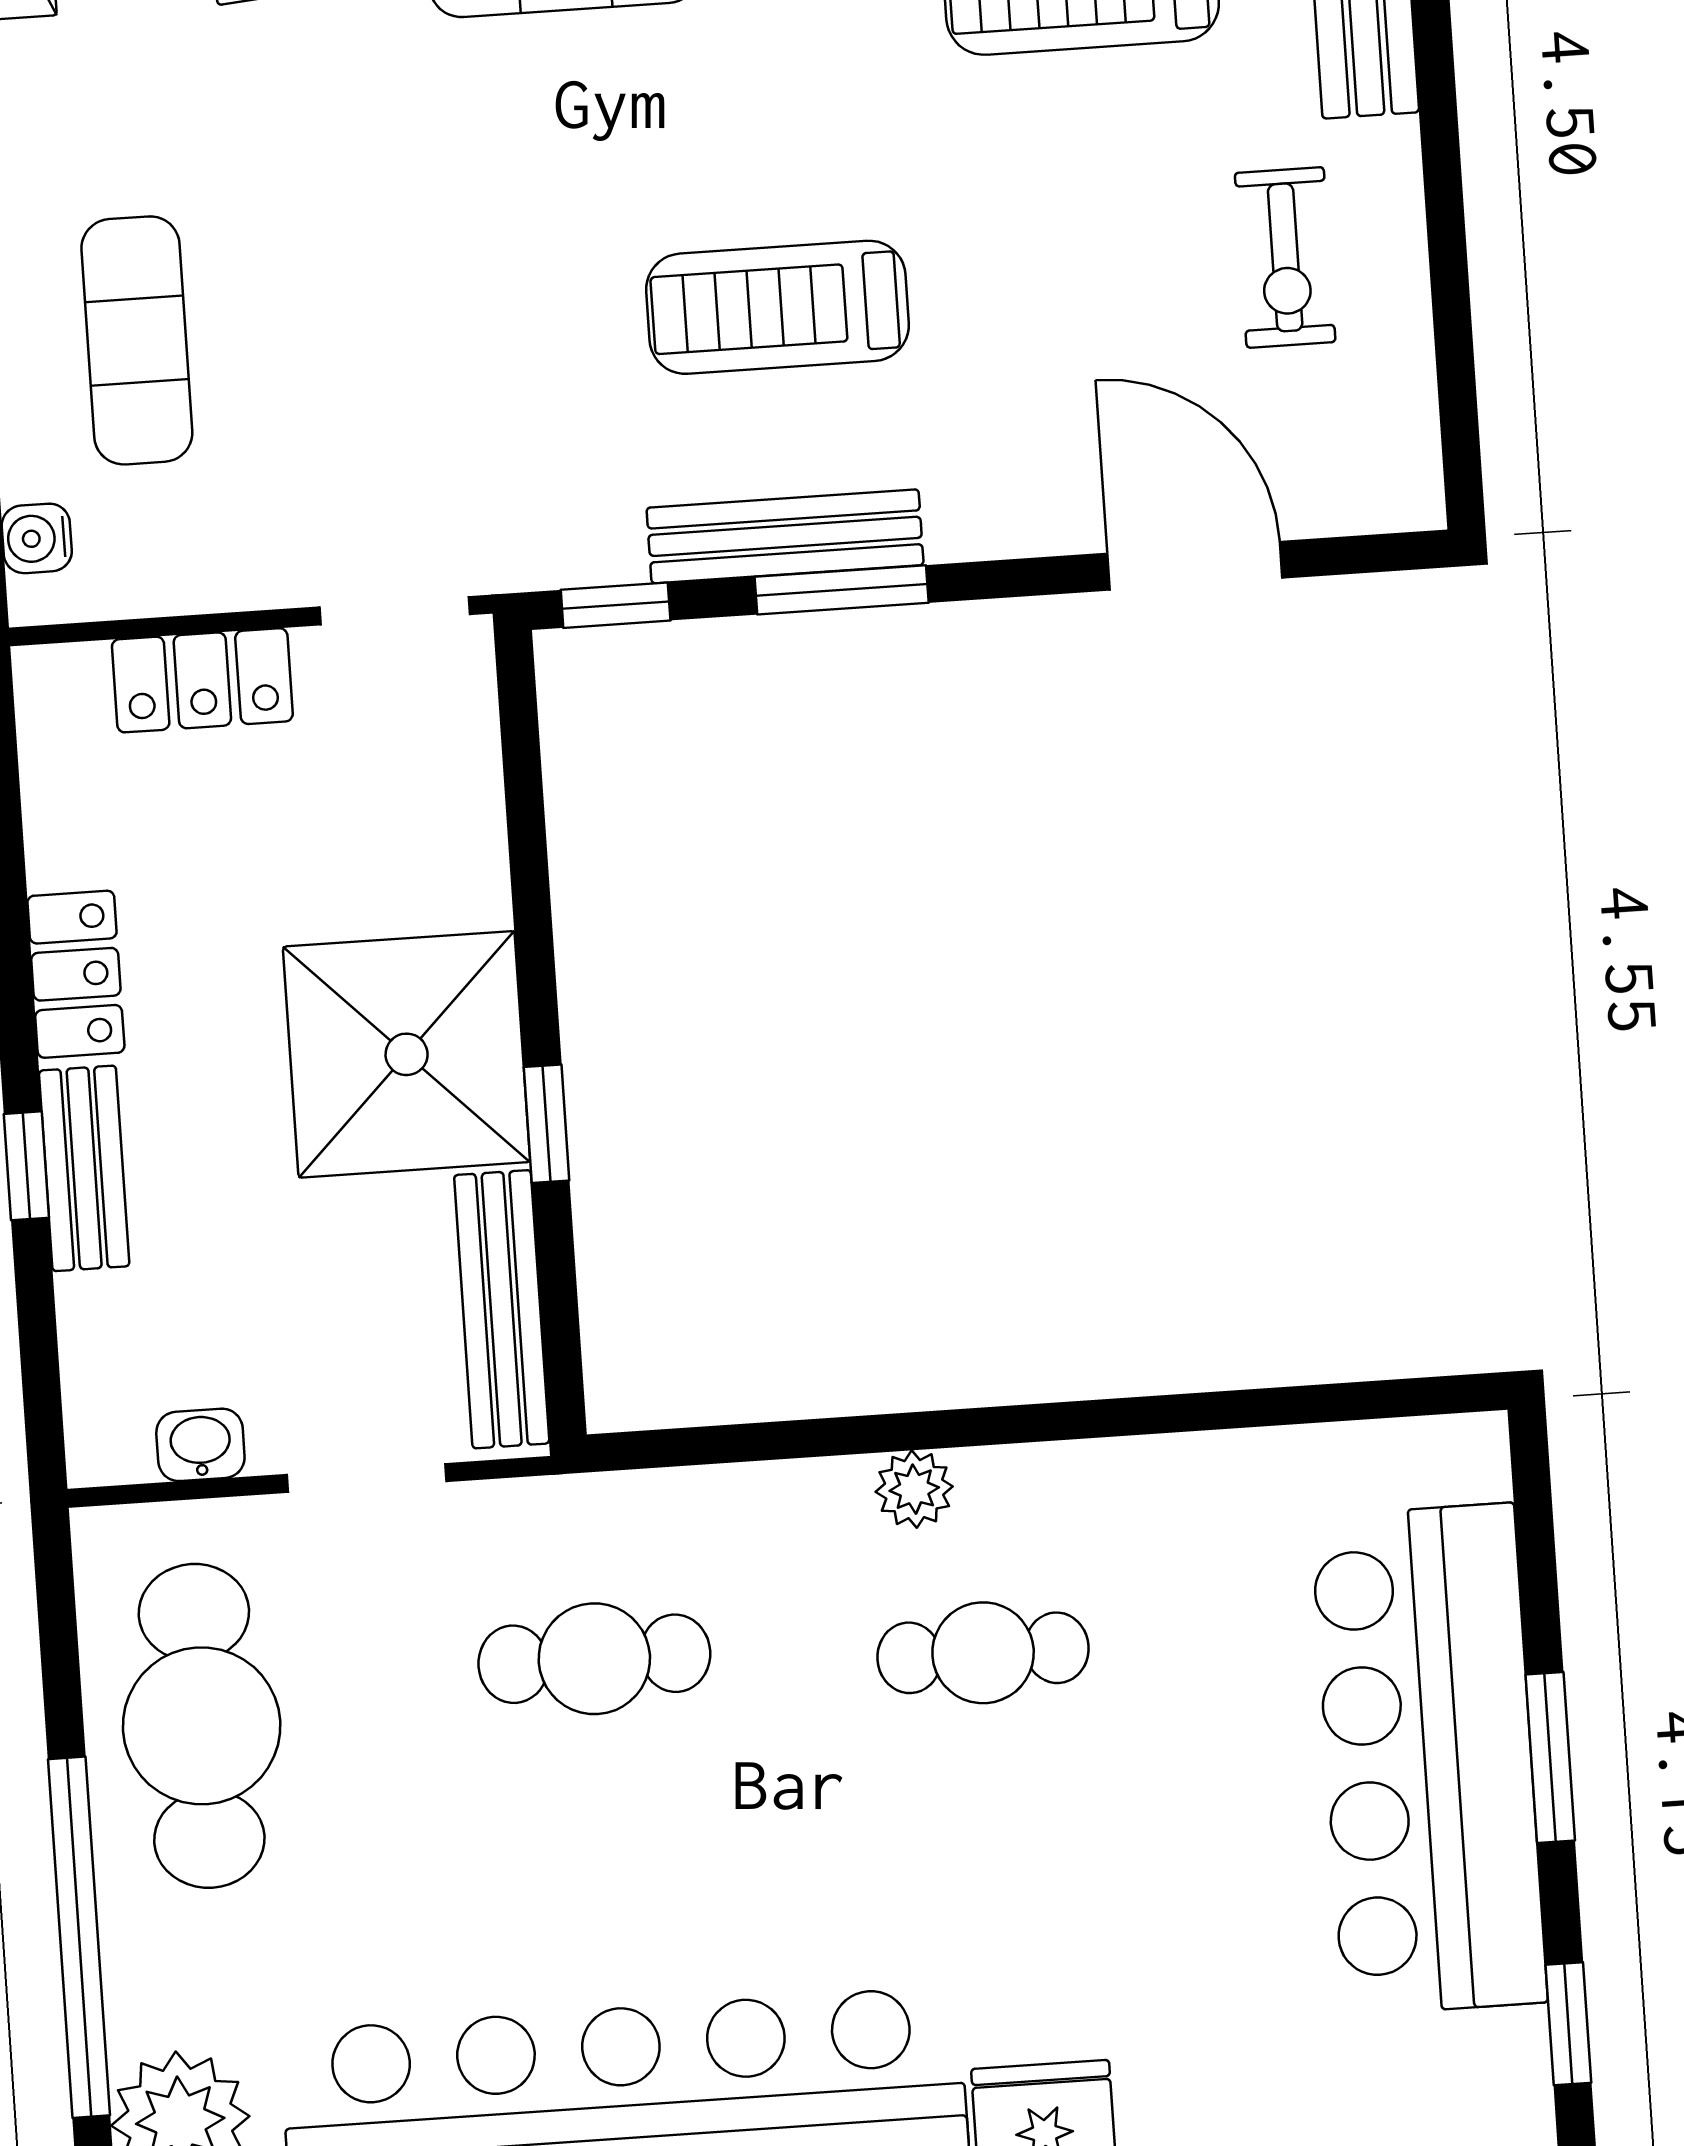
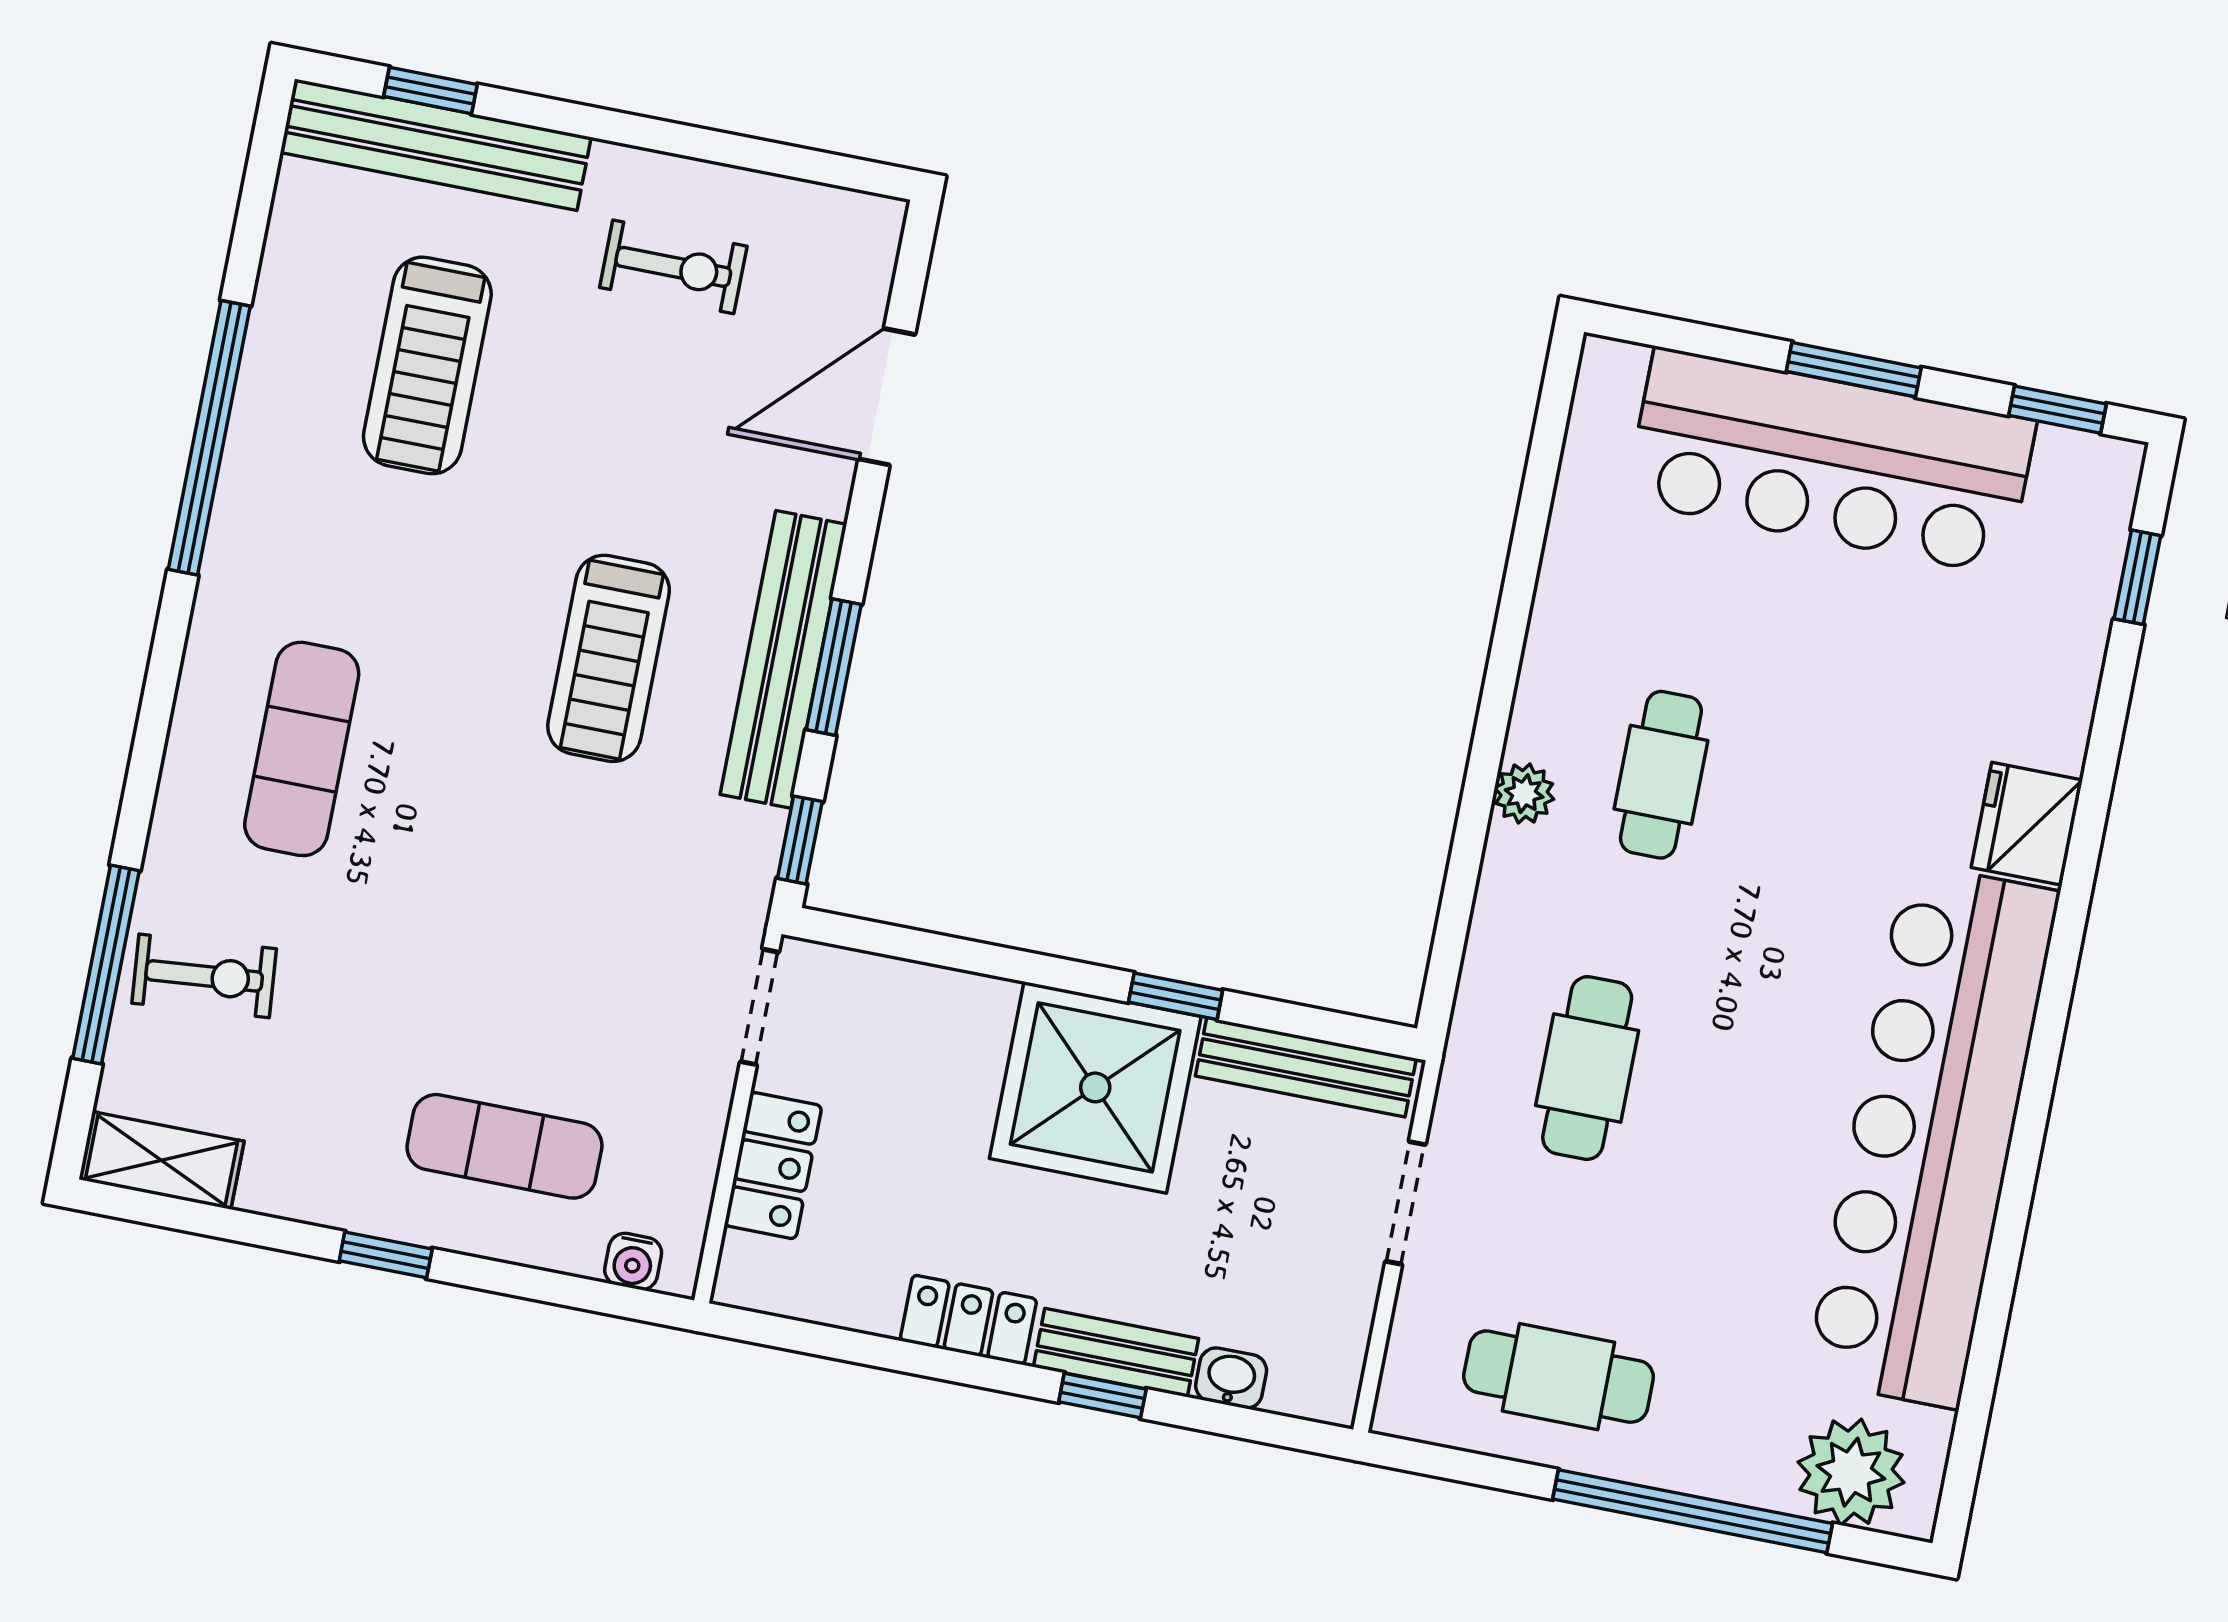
bench: (785, 536) -> (783, 659), width x1.37, depth x1.21
washbasin: (200, 1445) -> (1231, 1378), moved, turned 90
cafe table: (202, 1726) -> (1559, 1377), width x0.73, depth x0.74

